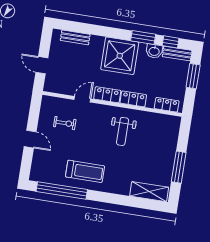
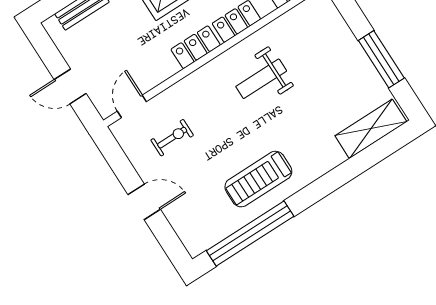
door: (82, 99) -> (132, 106), moved
weight bench: (123, 131) -> (261, 79), turned 90
treadmill: (85, 171) -> (258, 179), turned 180

